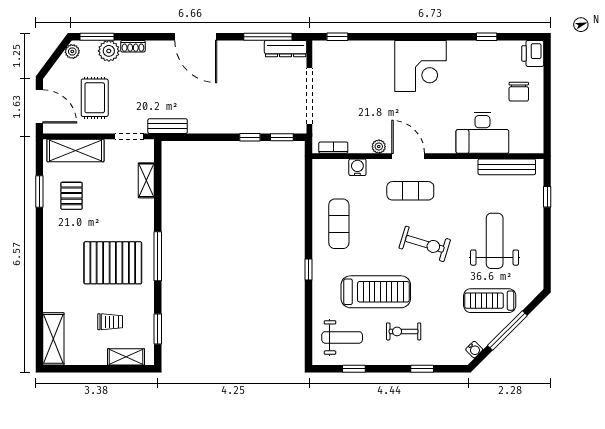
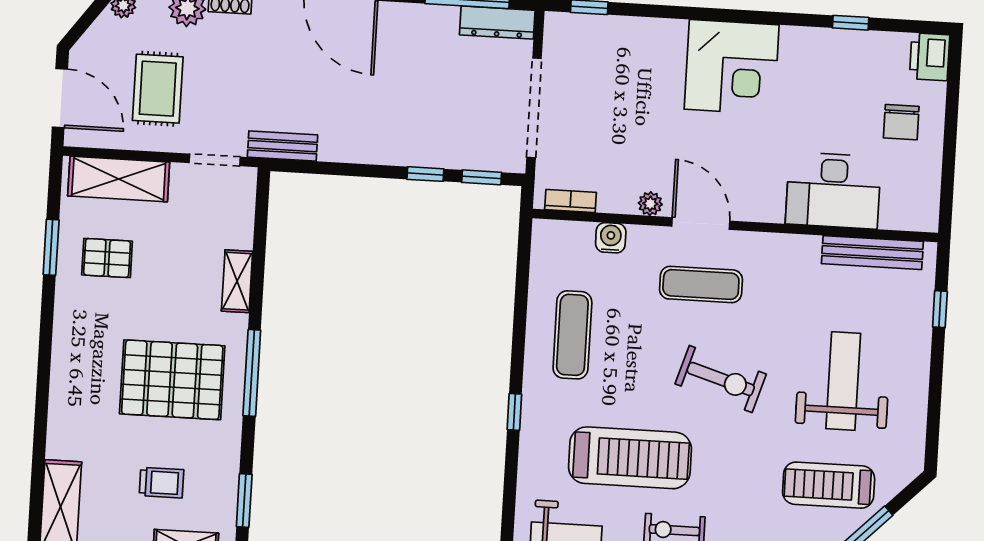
shelving: (146, 180) -> (237, 281), moved
pallet: (72, 196) -> (107, 258), turned 90

